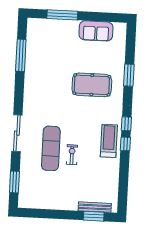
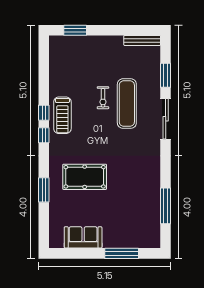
window: (14, 182) -> (166, 75), moved
bench: (95, 207) -> (142, 40), moved

